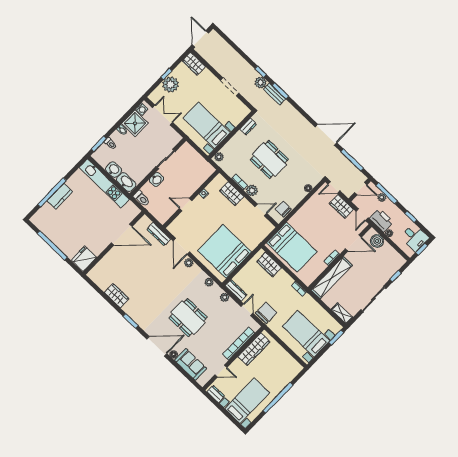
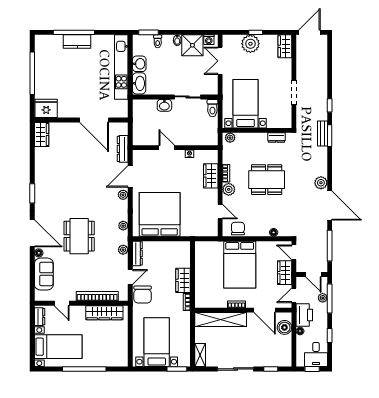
plant: (261, 83) -> (321, 183), moved
double door: (163, 115) -> (220, 61), swing flipped
dining table: (269, 159) -> (267, 180), turned 90
toilet: (142, 198) -> (212, 108), moved
bed: (292, 247) -> (240, 265), moved
wardrobe: (269, 265) -> (183, 280), moved
wardrobe: (117, 296) -> (42, 134), moved
chair: (266, 313) -> (143, 295), turned 90

